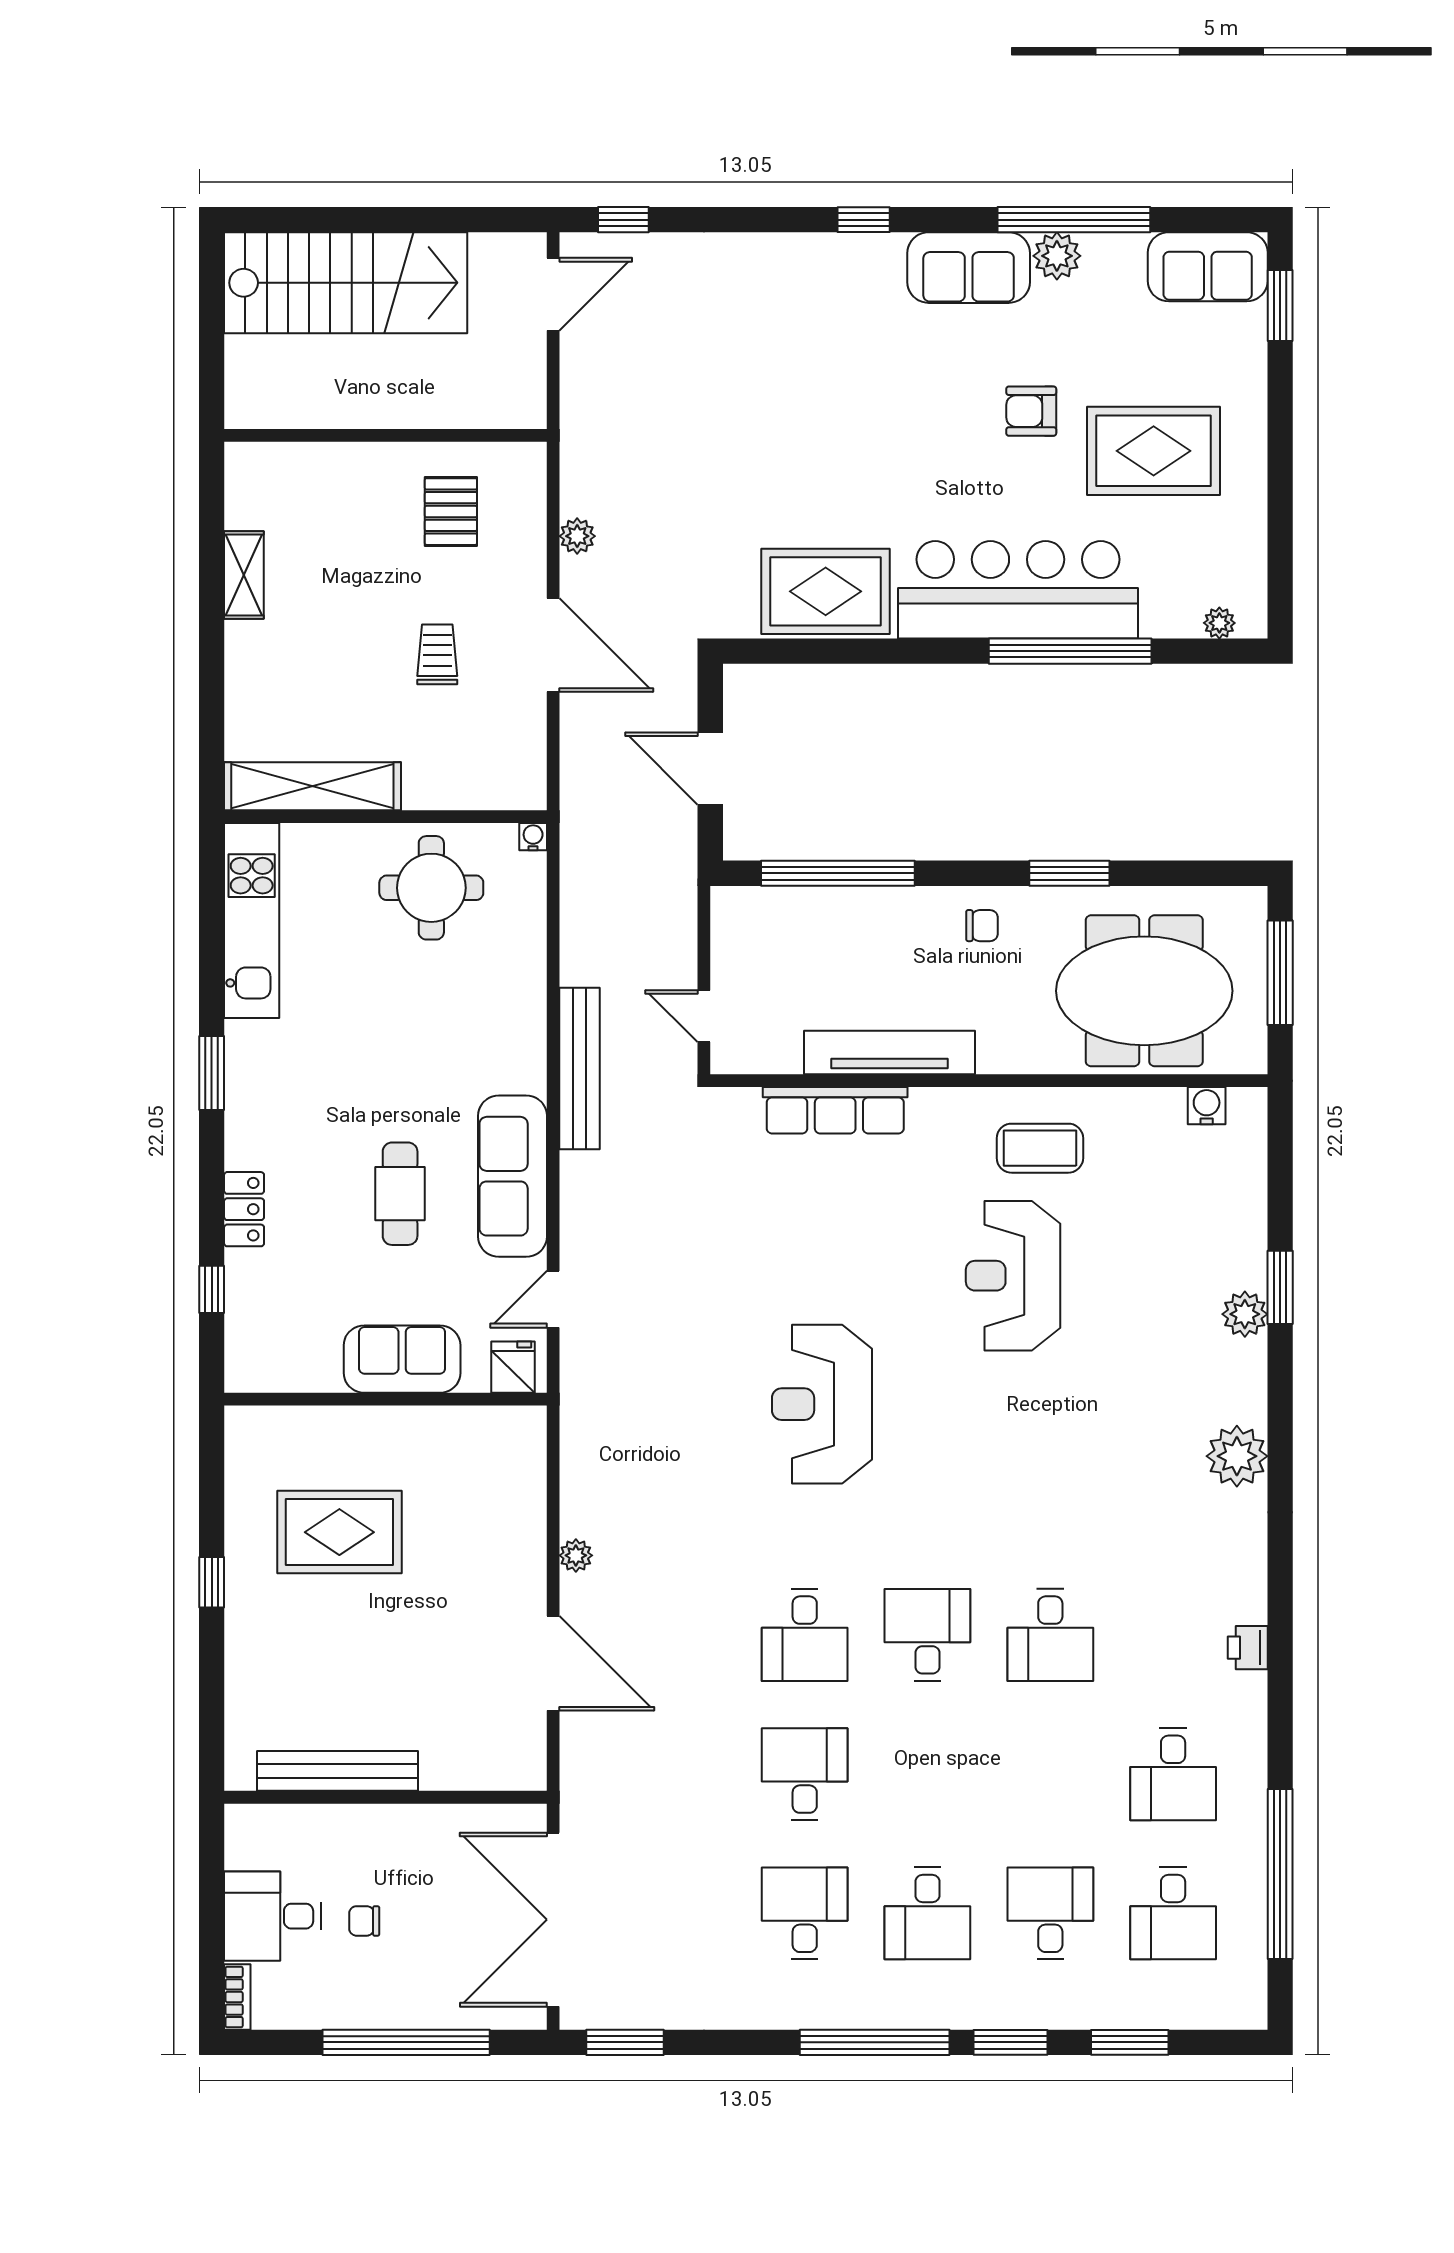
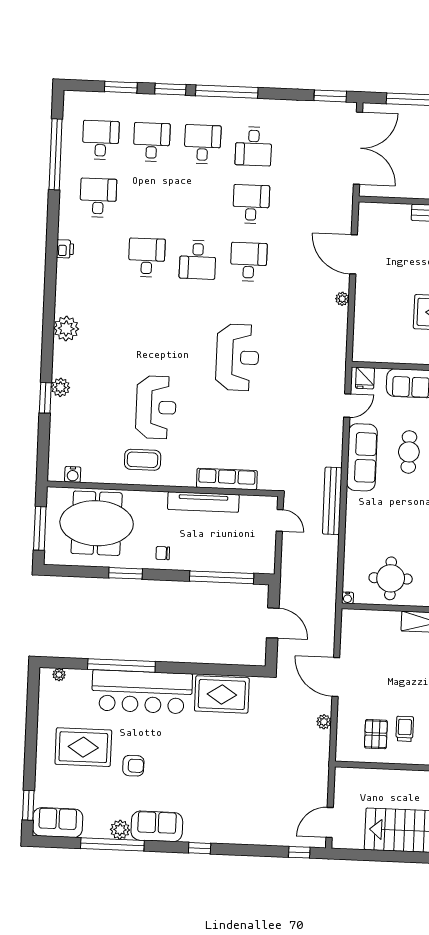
trolley: (437, 654) -> (405, 729), moved, turned 180
desk: (805, 1774) -> (251, 204), turned 180
desk: (1050, 1913) -> (152, 142), turned 180

